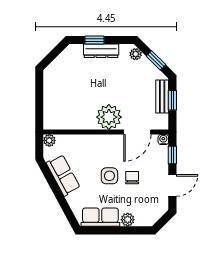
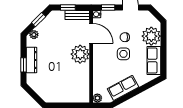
bench: (162, 97) -> (77, 15), moved
plant: (128, 220) -> (151, 36), width x1.87, depth x1.87

